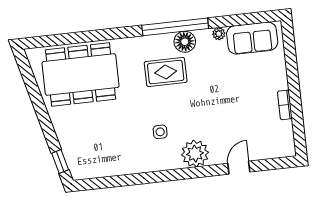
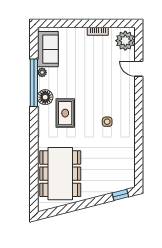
window: (175, 27) -> (34, 83), moved
plant: (195, 154) -> (125, 41), moved

